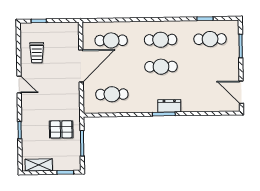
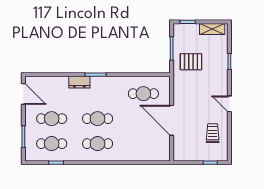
cafe table: (111, 40) -> (52, 119), moved
door: (81, 66) -> (172, 120), hinge flipped
dresser: (169, 106) -> (79, 82), moved

